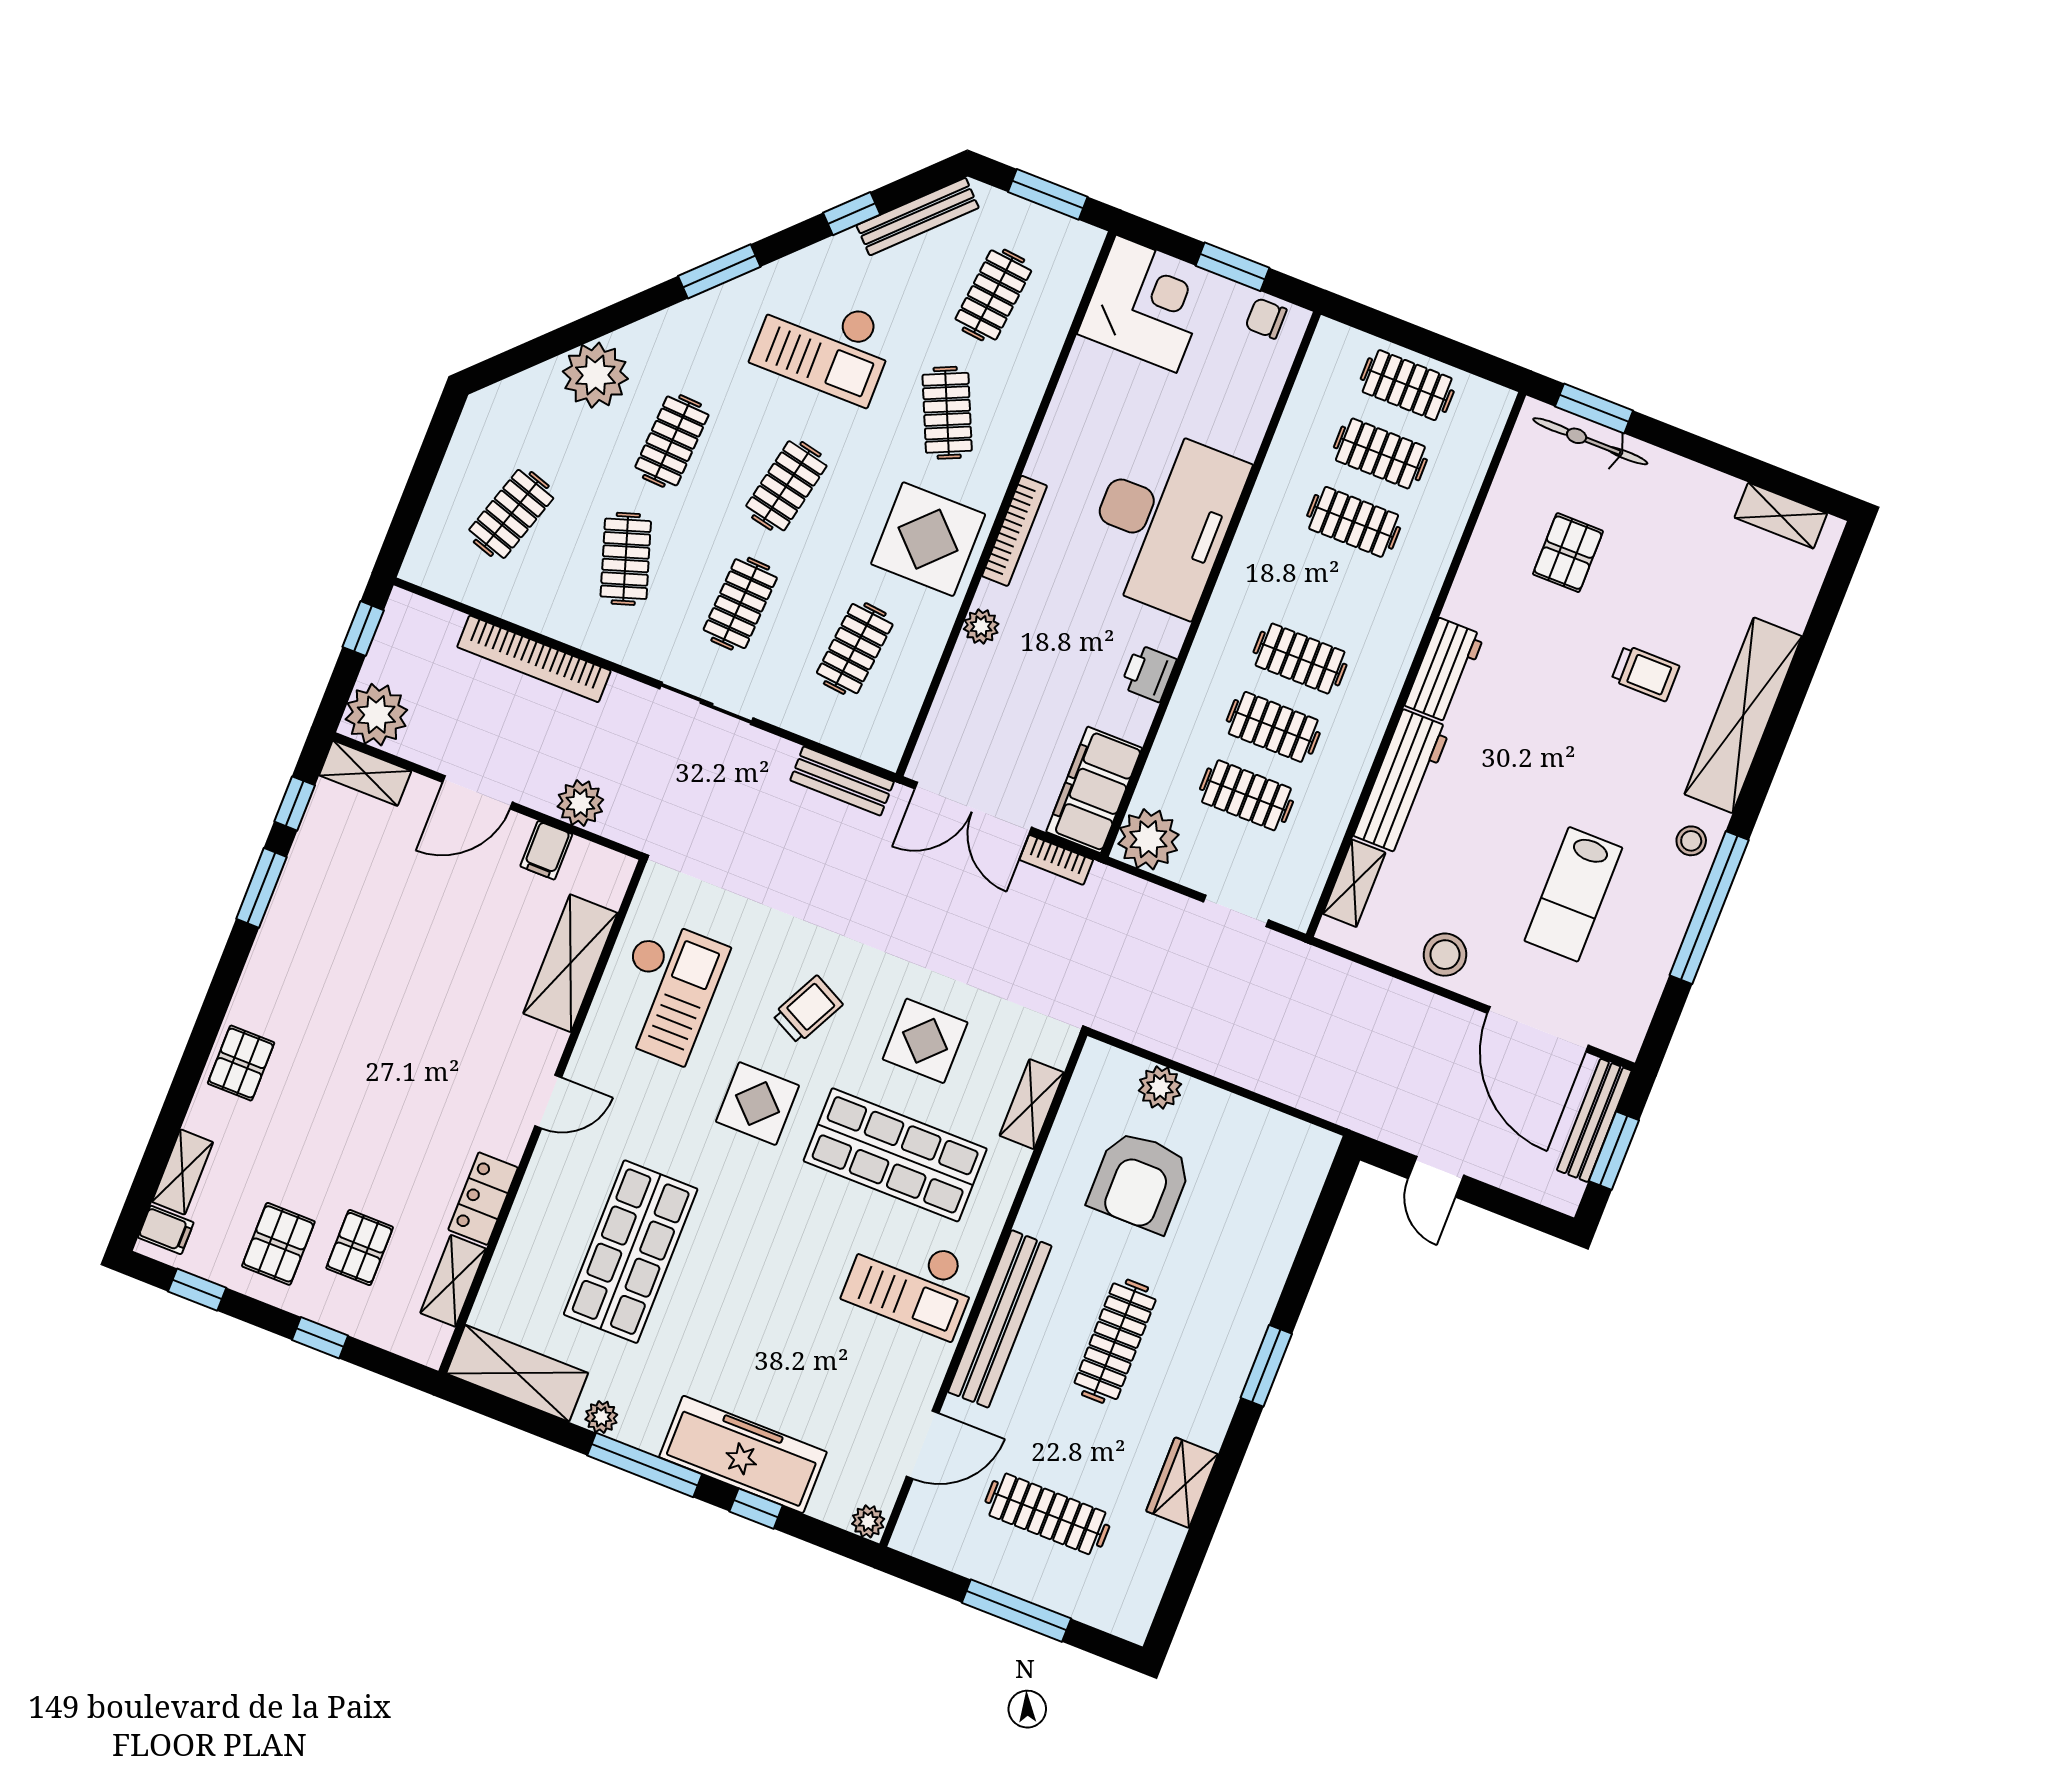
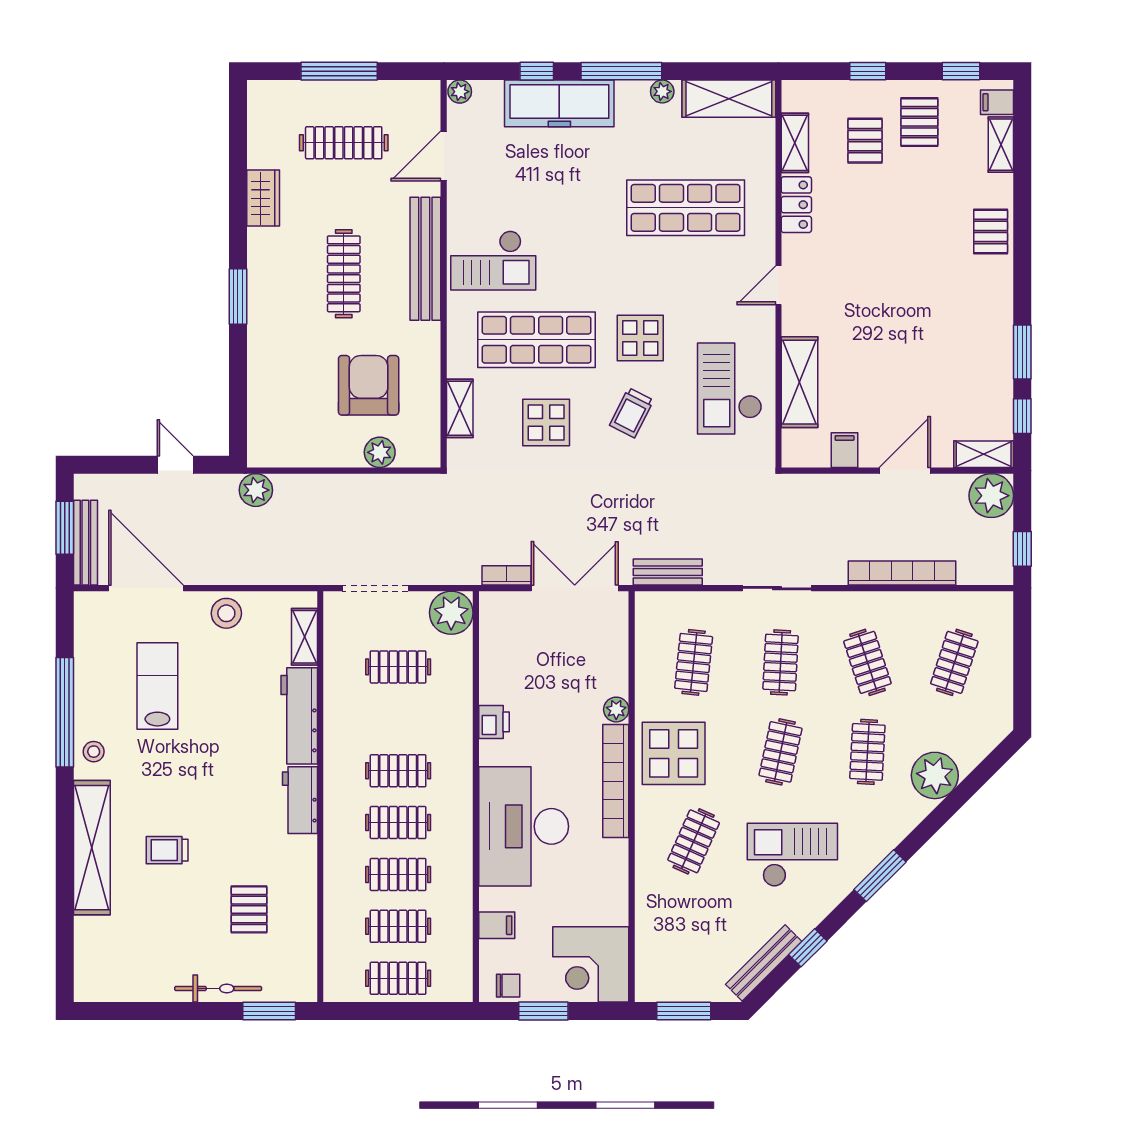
clothes rail: (993, 295) -> (694, 931), removed
clothes rail: (947, 413) -> (694, 841), turned 48
bicycle: (1590, 441) -> (218, 989), moved
shelving: (1781, 516) -> (119, 989), removed
bookcase: (1015, 531) -> (616, 781), width x1.48, depth x1.31
clothes rail: (1273, 727) -> (398, 823), moved
filing cabinet: (1094, 790) -> (497, 925), moved, width x0.33, depth x0.86
plant: (580, 803) -> (256, 490), moved
doorway: (1236, 911) -> (375, 588), width x1.38
shop shelf: (631, 1252) -> (686, 208), turned 90
checkout: (911, 1282) -> (493, 260), turned 180

